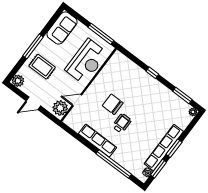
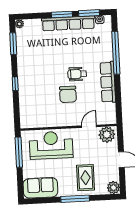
door: (77, 100) -> (89, 126), swing flipped

